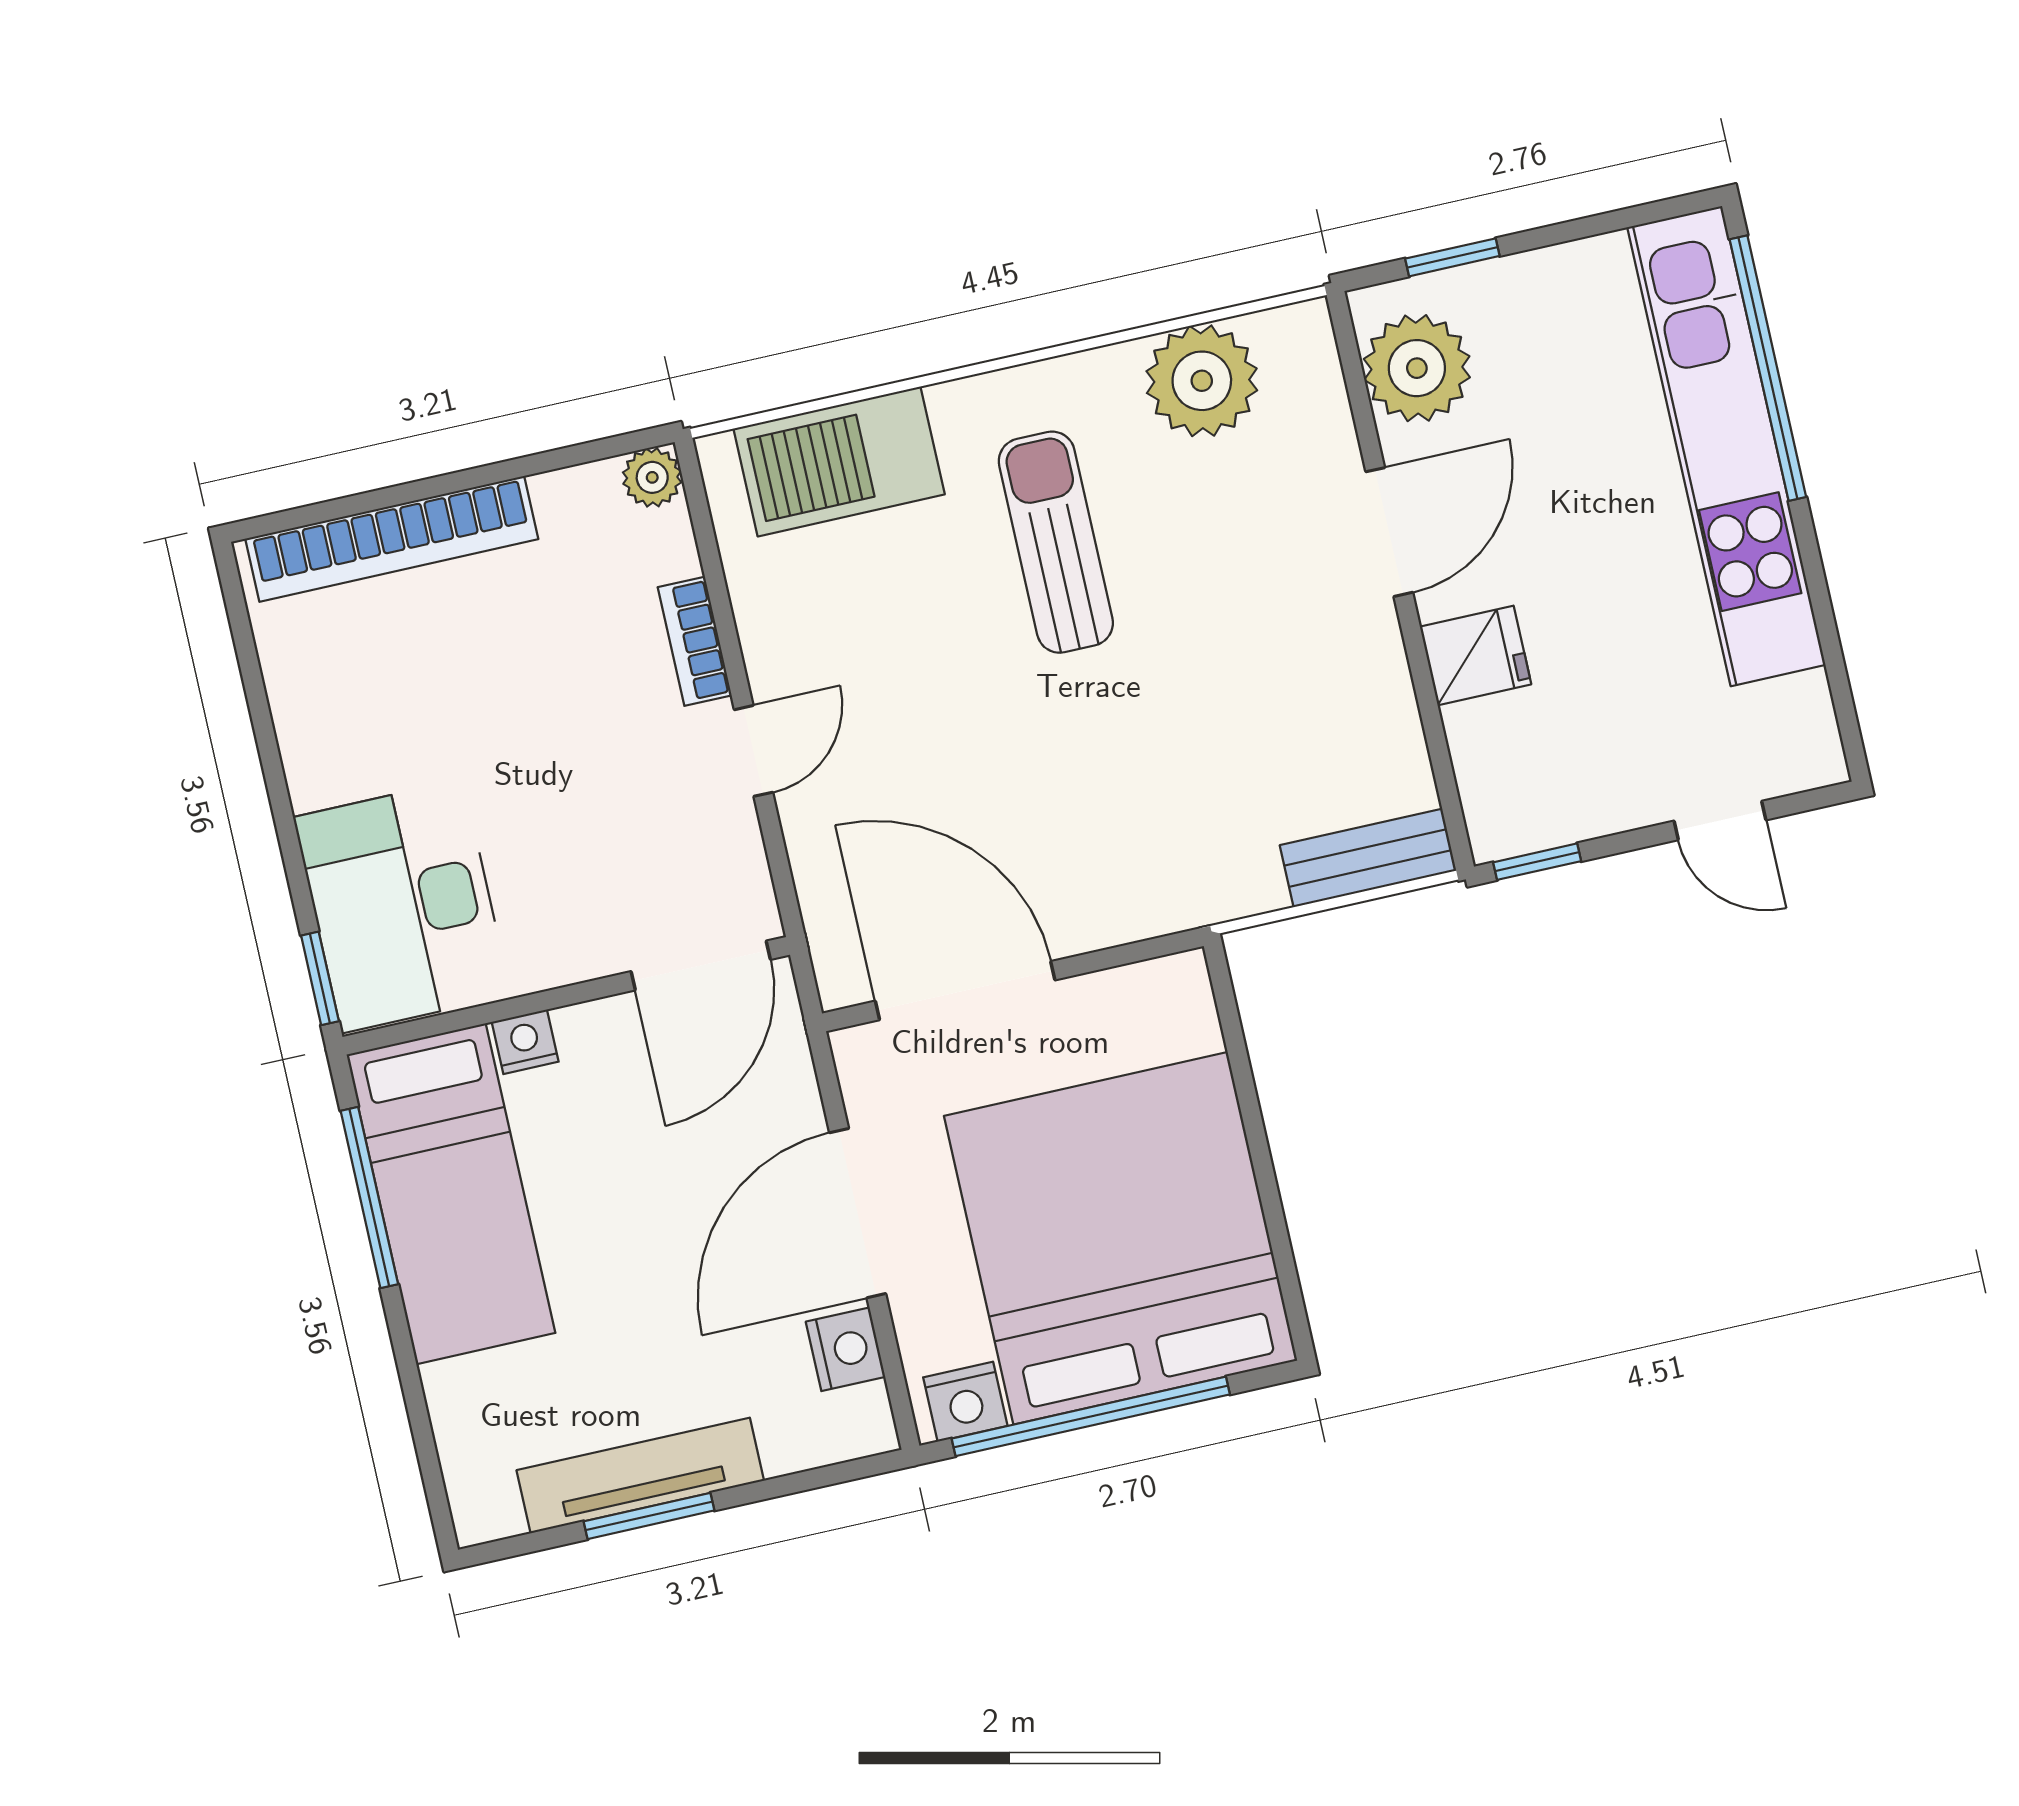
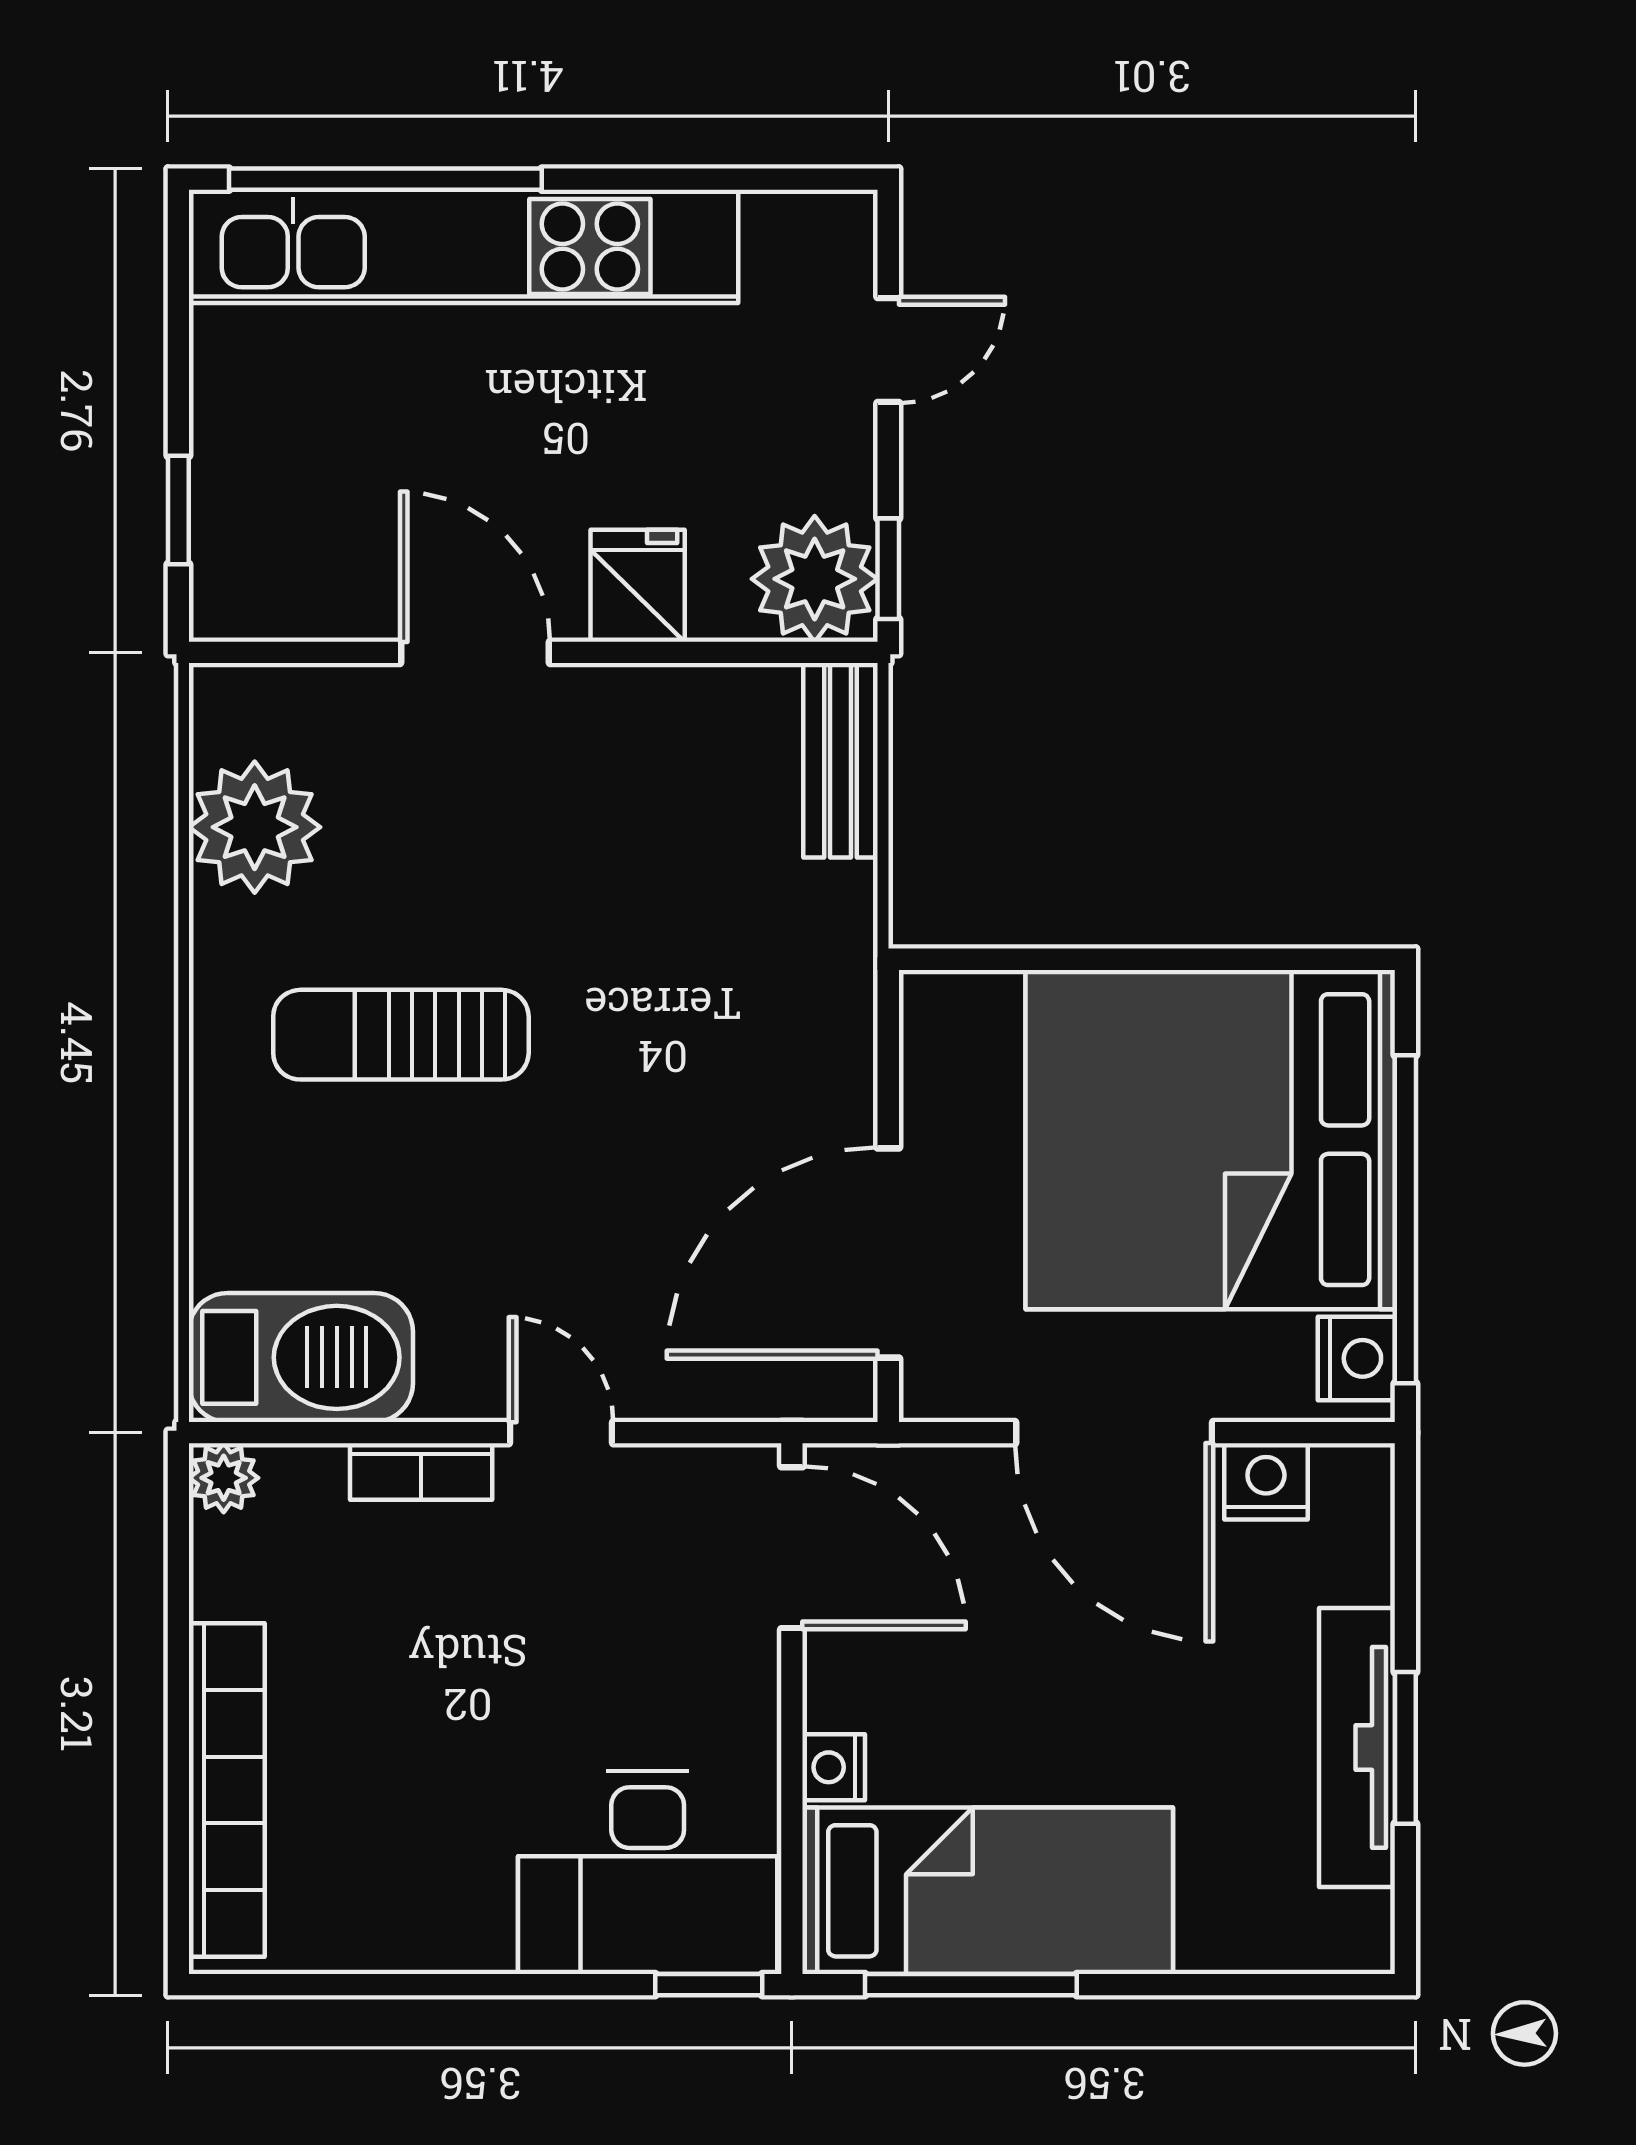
plant: (1417, 368) -> (815, 579), moved
barbecue: (839, 462) -> (301, 1357), moved, turned -90

